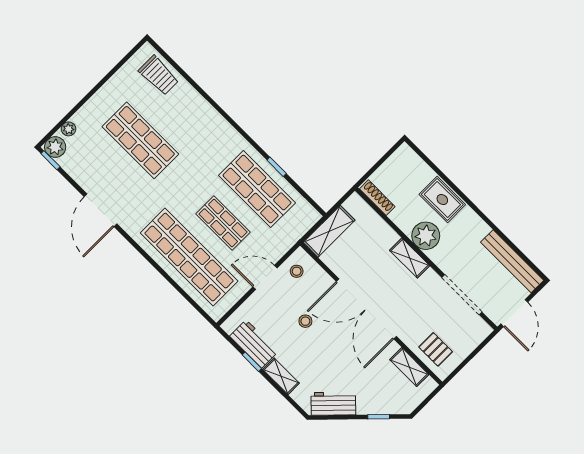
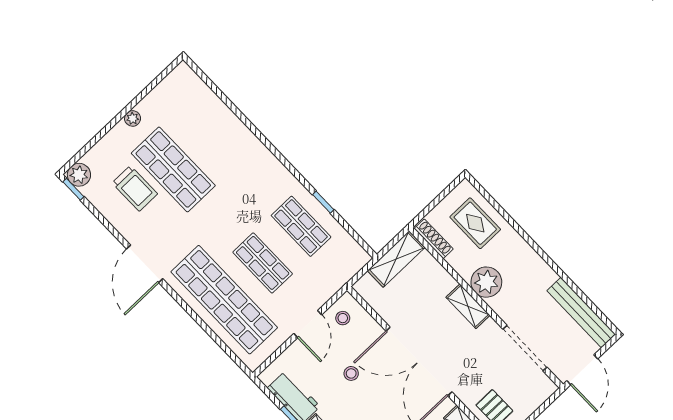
trolley: (159, 75) -> (135, 188), moved
plant: (69, 129) -> (133, 118), moved
shop shelf: (257, 189) -> (301, 226), width x0.70, depth x0.74
rug: (442, 199) -> (475, 223), moved
door: (100, 210) -> (145, 264), moved
shelving: (329, 231) -> (396, 259), moved
door: (265, 277) -> (308, 324), swing flipped

